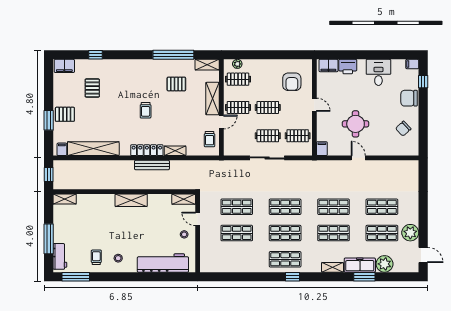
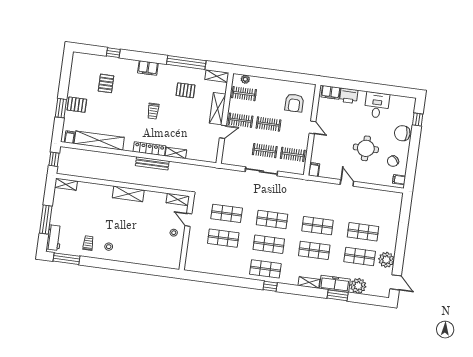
filing cabinet: (412, 64) -> (399, 180), moved
filing cabinet: (64, 66) -> (148, 68), moved
round table: (356, 124) -> (366, 148), moved
trolley: (210, 139) -> (210, 146), removed
workbench: (163, 263) -> (150, 257), removed

